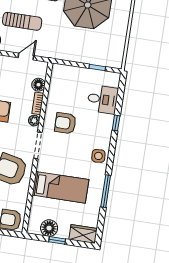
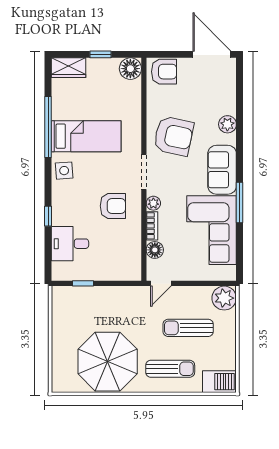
door: (26, 57) -> (161, 283), moved
bed: (60, 187) -> (86, 136), moved, turned 180
window: (106, 191) -> (48, 127), width x1.46
floor lamp: (49, 228) -> (130, 69), moved

